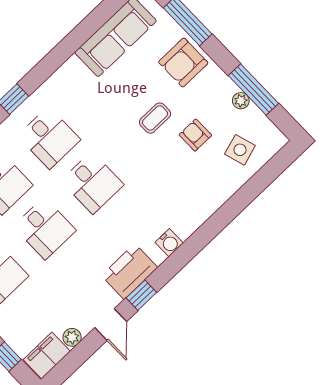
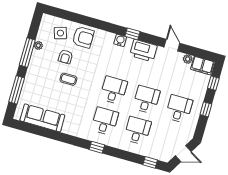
armchair: (183, 63) -> (83, 37), moved
window: (253, 90) -> (27, 53), moved
window: (141, 295) -> (132, 34), moved
door: (111, 325) -> (172, 45), hinge flipped

